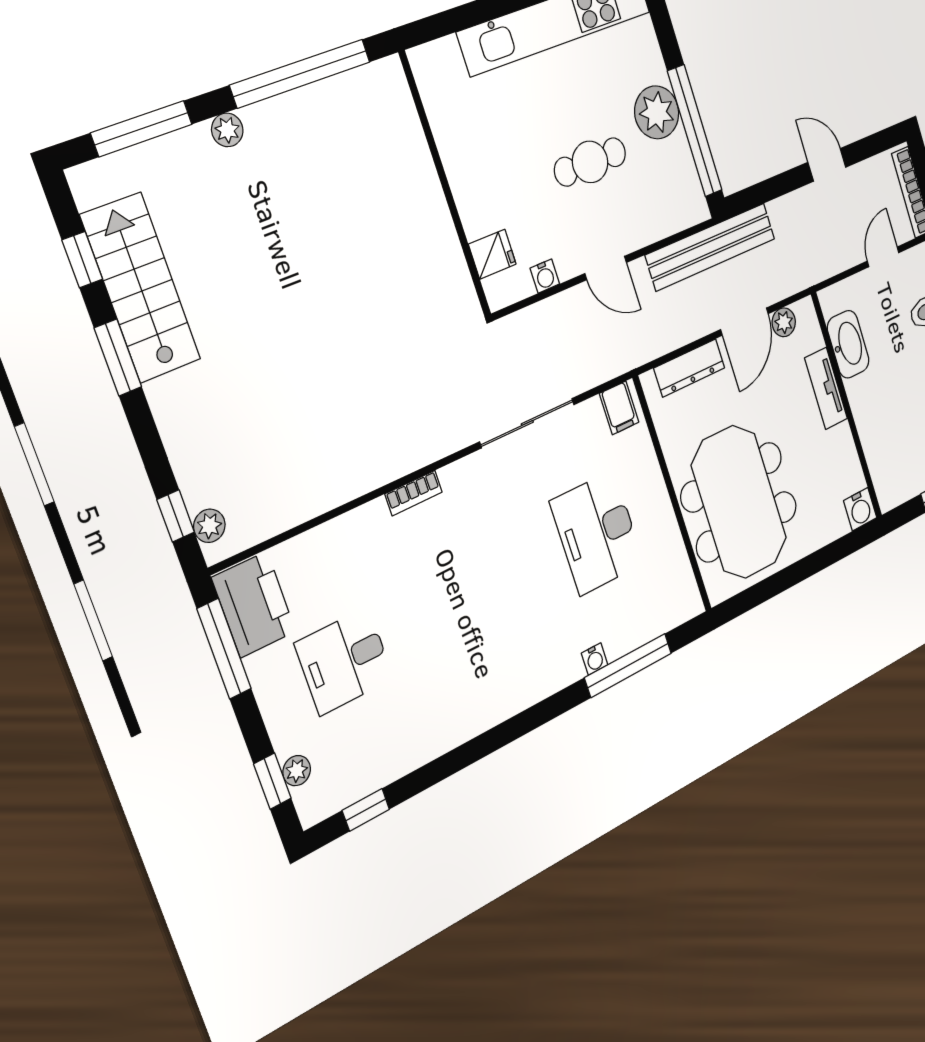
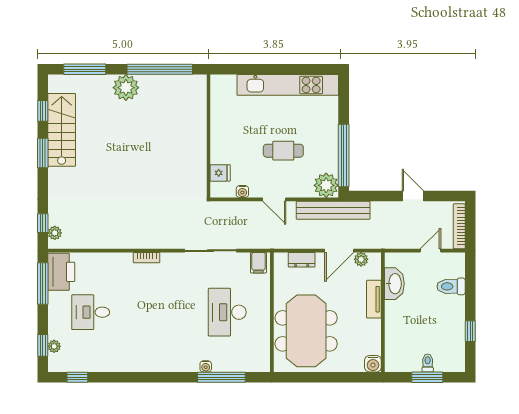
plant: (657, 112) -> (326, 185), moved
plant: (227, 130) -> (126, 88), width x1.87, depth x1.87
dresser: (689, 368) -> (302, 260), width x0.70

